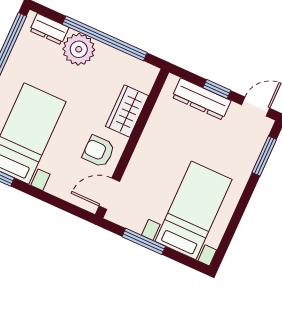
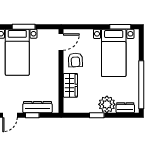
window: (105, 38) -> (97, 115), width x0.32
armchair: (98, 151) -> (75, 60), turned 88
window: (144, 241) -> (24, 27), moved

